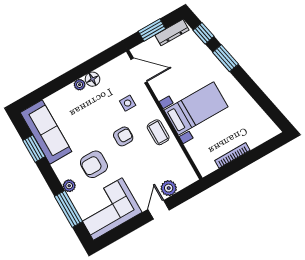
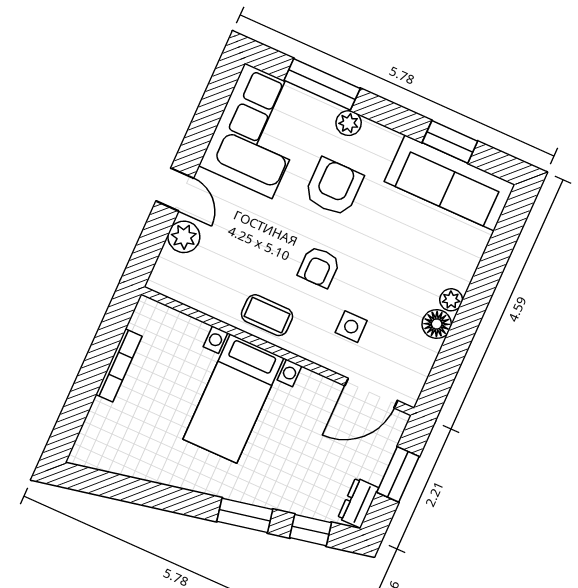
dresser: (172, 33) -> (358, 503), width x0.70

